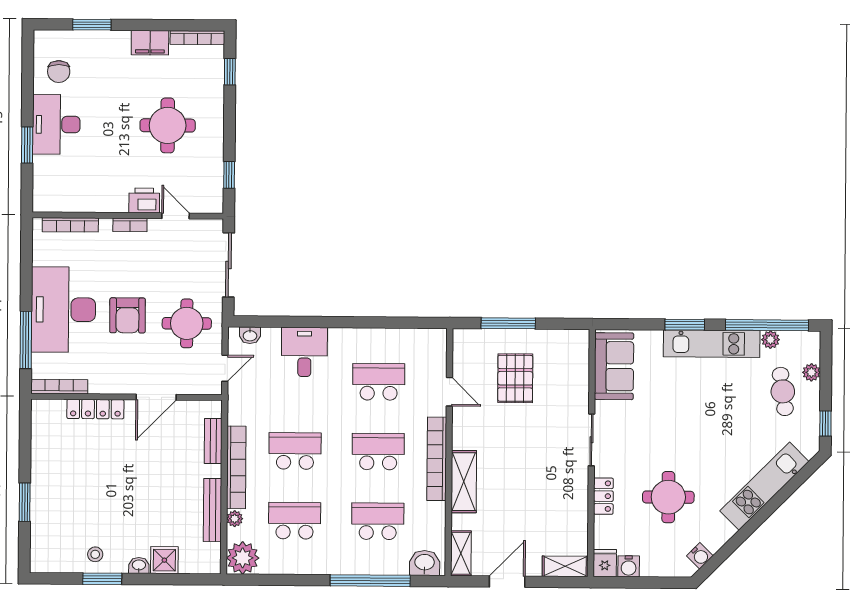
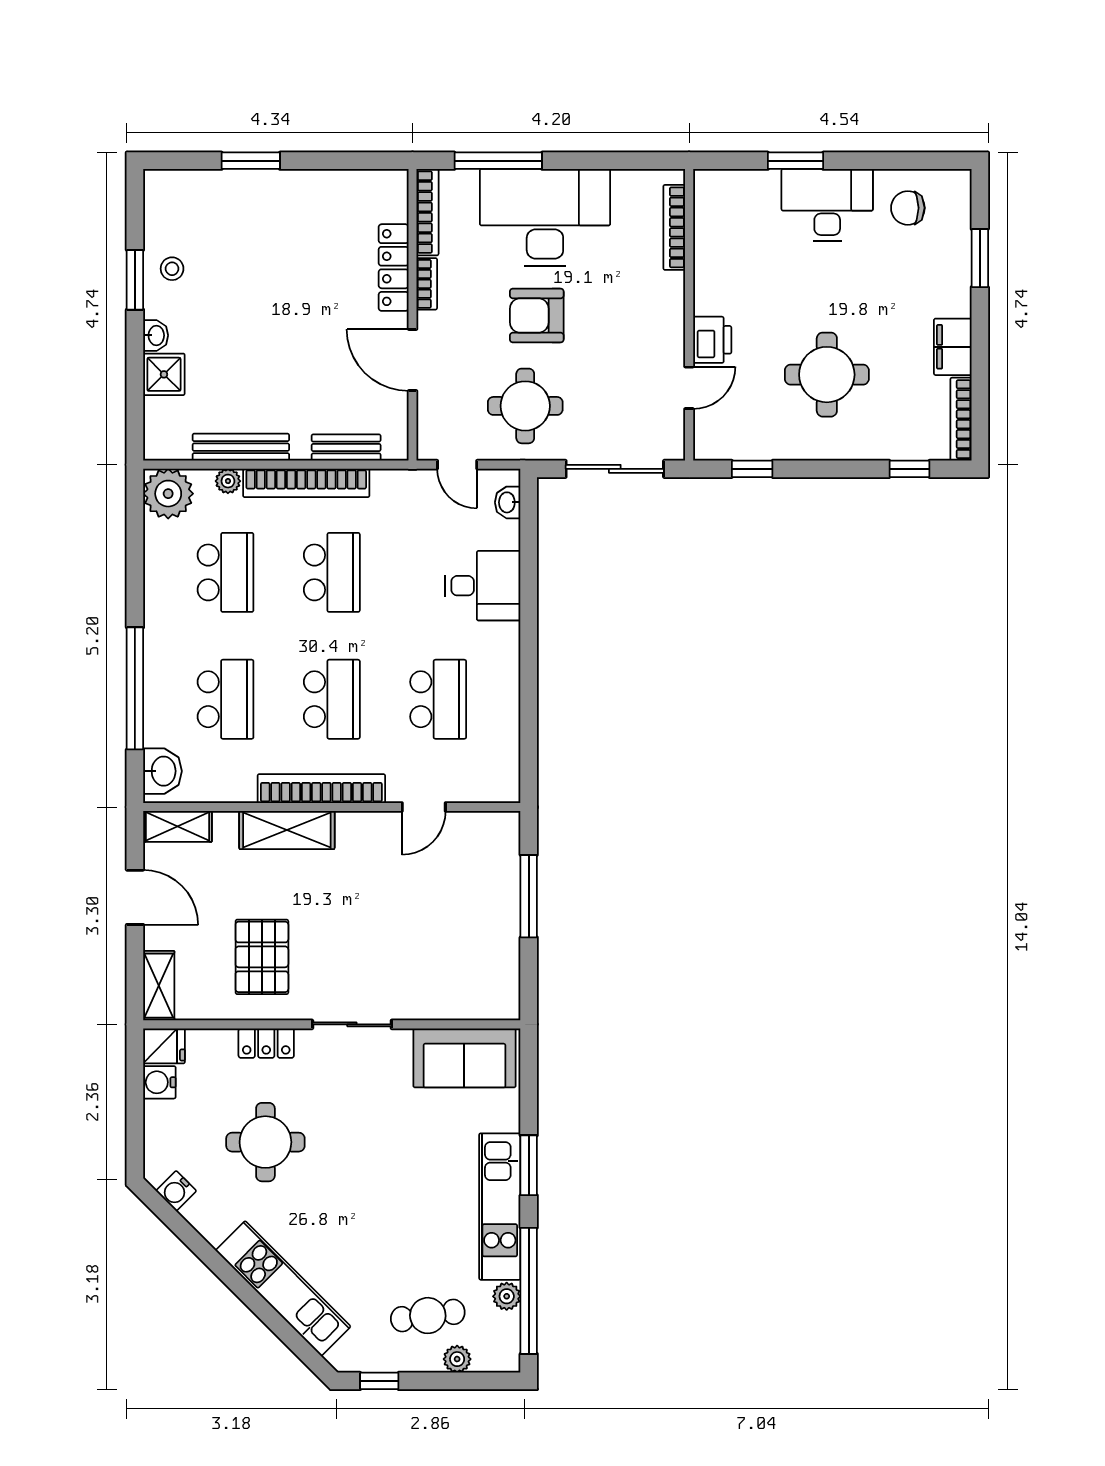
bookcase: (130, 225) -> (427, 284), moved, turned 180
pallet: (515, 378) -> (262, 957), moved, turned 90

